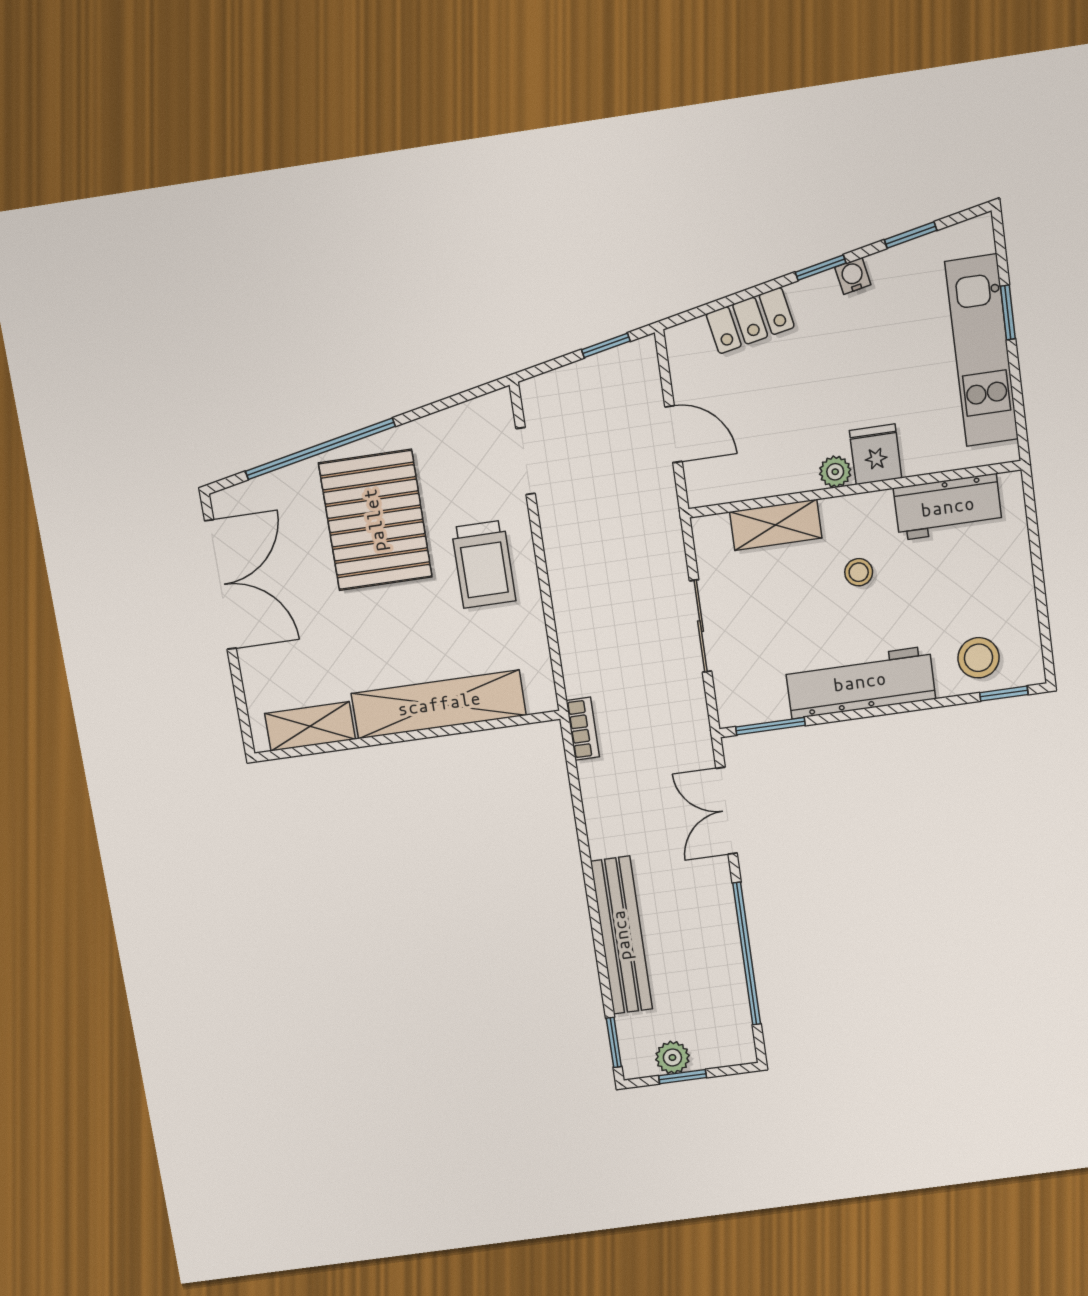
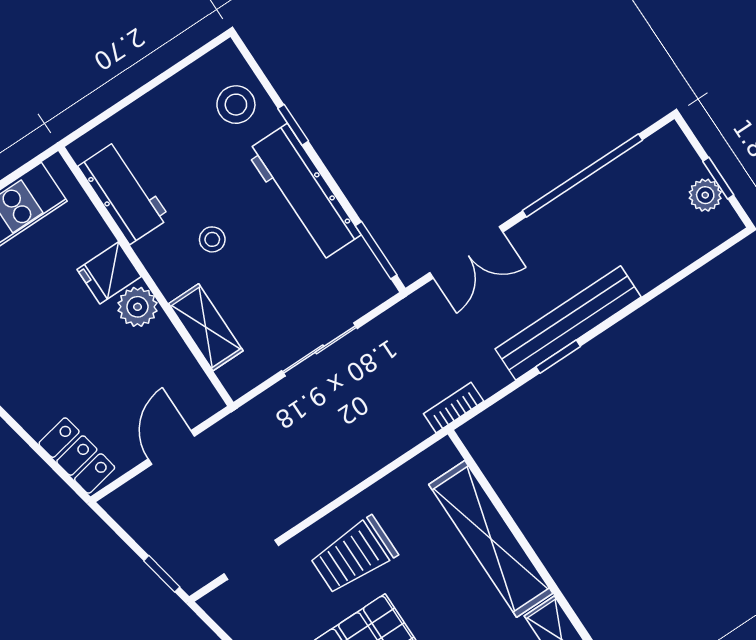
locker: (750, 321) -> (77, 456), moved
window: (606, 345) -> (162, 574), moved
plant: (835, 472) -> (137, 307), width x1.38, depth x1.38
trolley: (484, 564) -> (354, 555), turned 180
window: (1004, 694) -> (293, 125), moved
bench: (622, 935) -> (568, 323), moved
window: (614, 1042) -> (558, 357), moved

